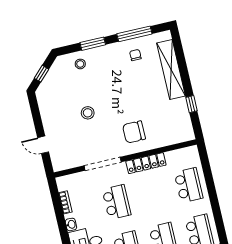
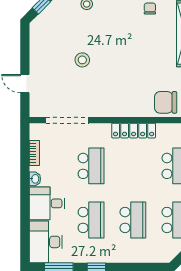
chair: (134, 132) -> (166, 102), moved
doorway: (103, 164) -> (67, 120), moved

